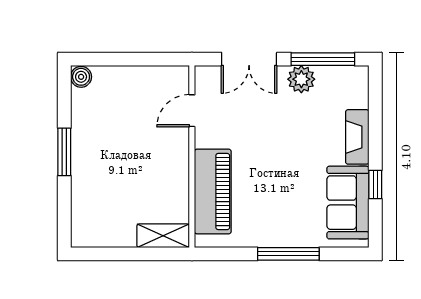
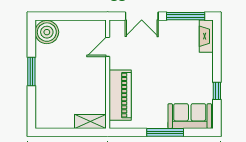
boiler: (81, 77) -> (47, 32), width x1.86, depth x1.86
plant: (301, 79) -> (173, 28), removed
fireplace: (357, 137) -> (206, 36), moved
sofa: (348, 203) -> (190, 116), moved, turned 90

